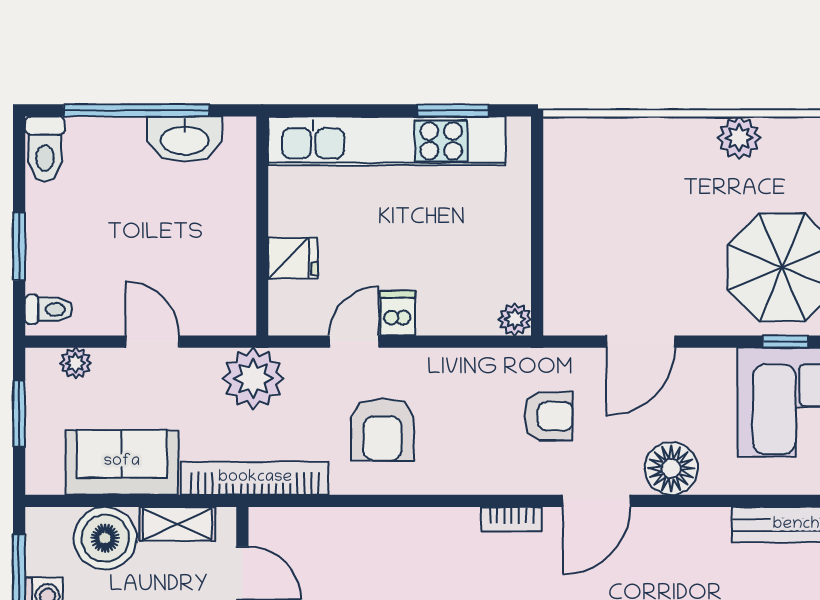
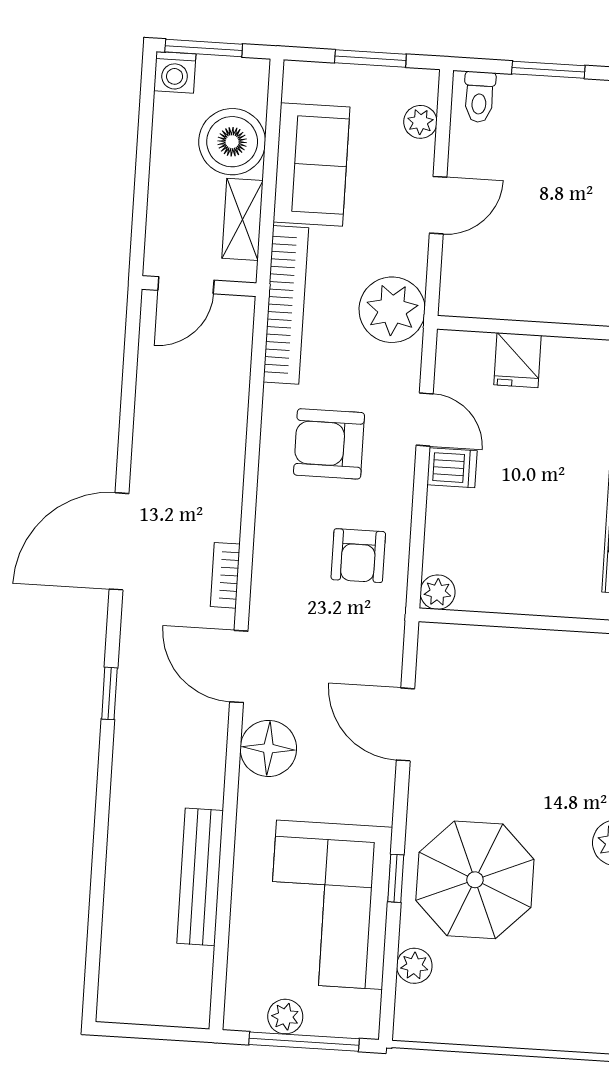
armchair: (549, 416) -> (358, 556), moved

